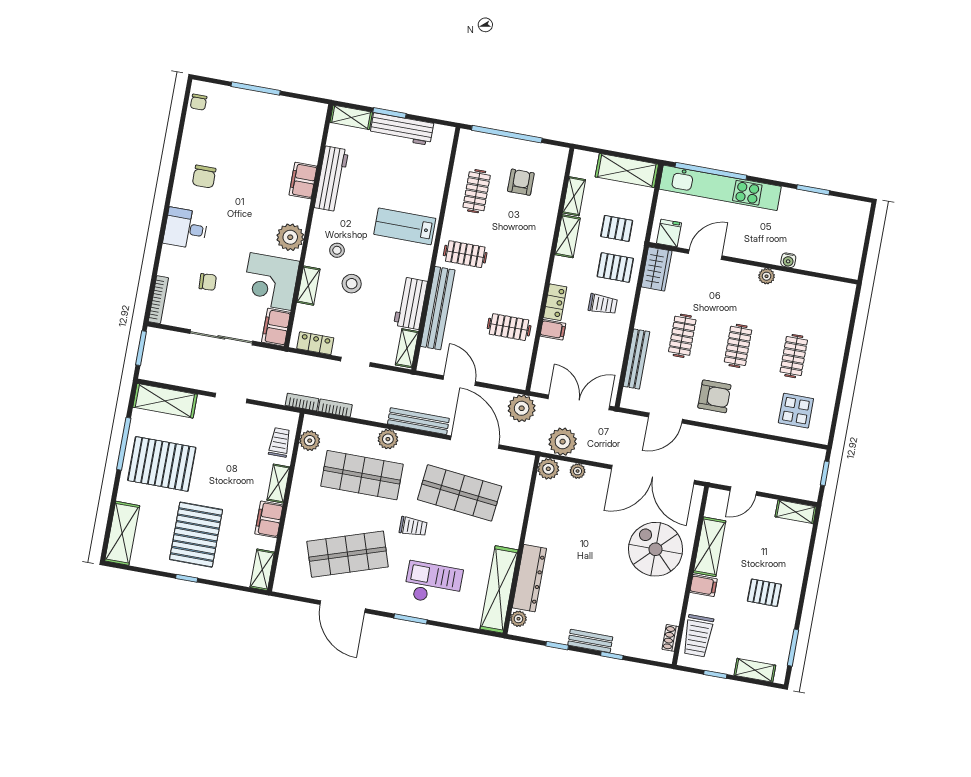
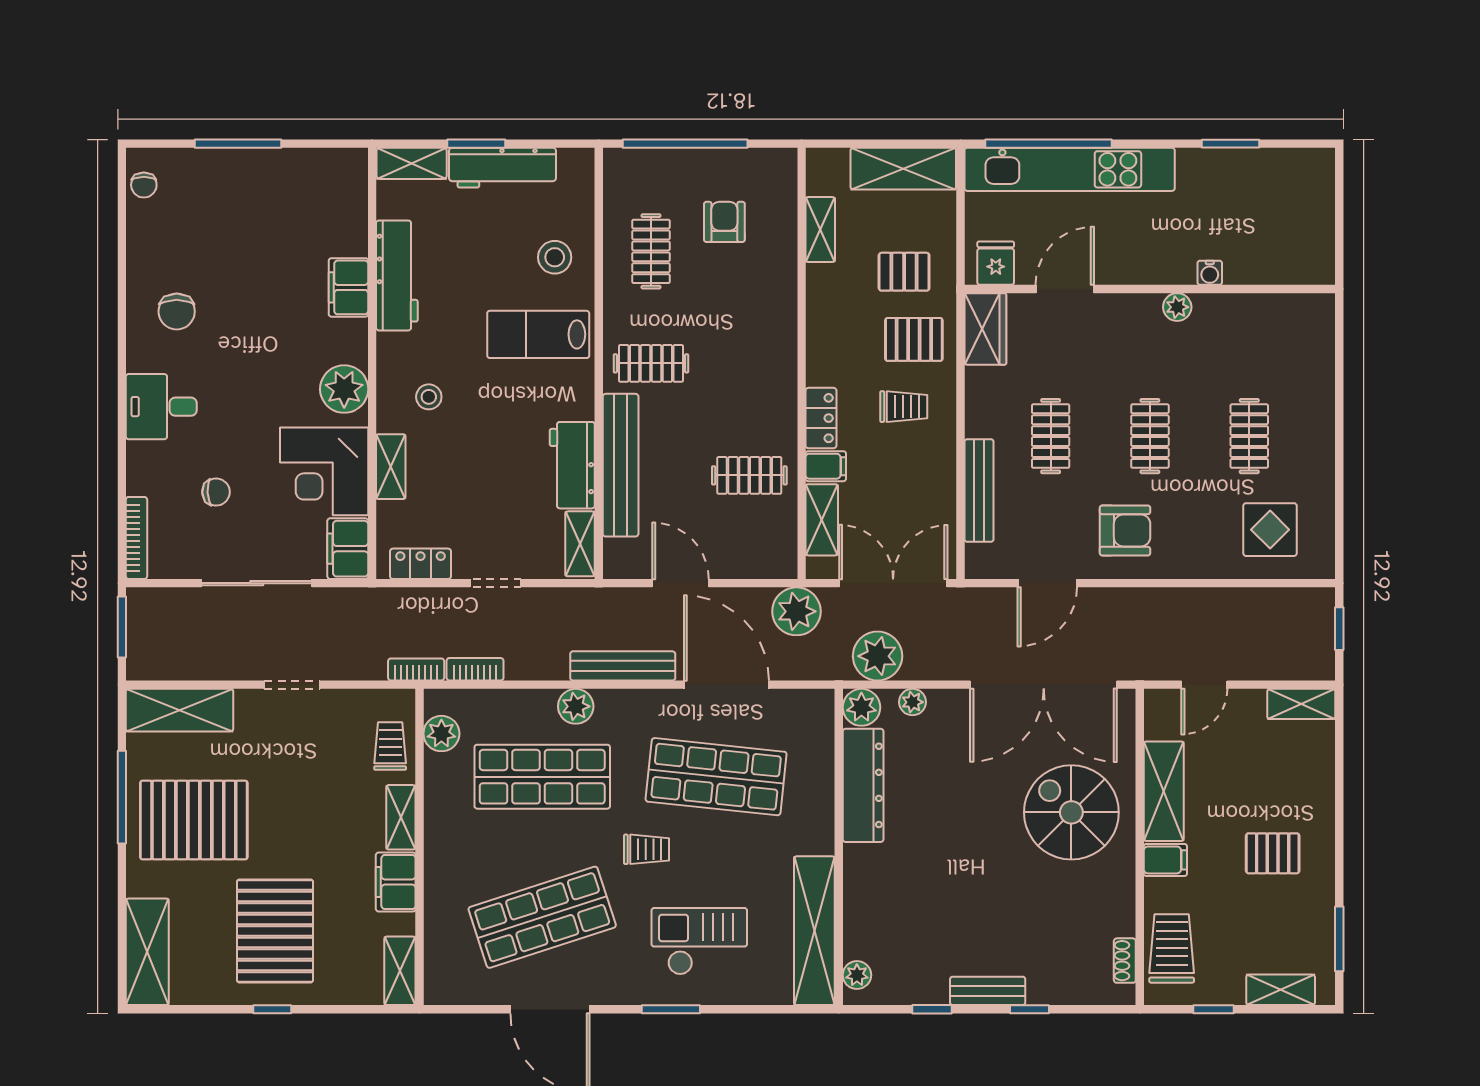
shelving: (568, 236) -> (822, 520), moved
stool: (352, 284) -> (555, 257), moved
dresser: (529, 578) -> (863, 785), moved
trolley: (698, 636) -> (1172, 948), turned 180

